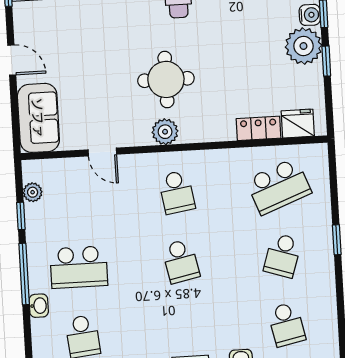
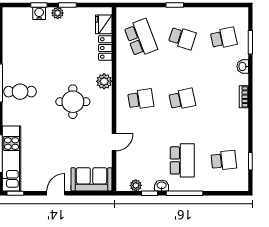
plant: (303, 46) -> (58, 13), width x0.53, depth x0.53
plant: (165, 132) -> (104, 81), moved
washbasin: (39, 306) -> (162, 186), moved

